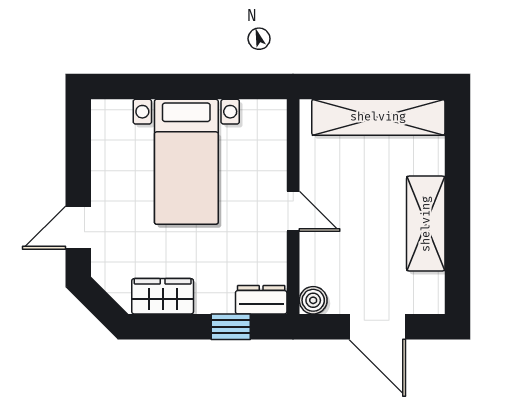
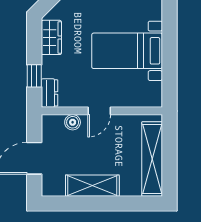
boiler: (313, 300) -> (73, 122), moved

